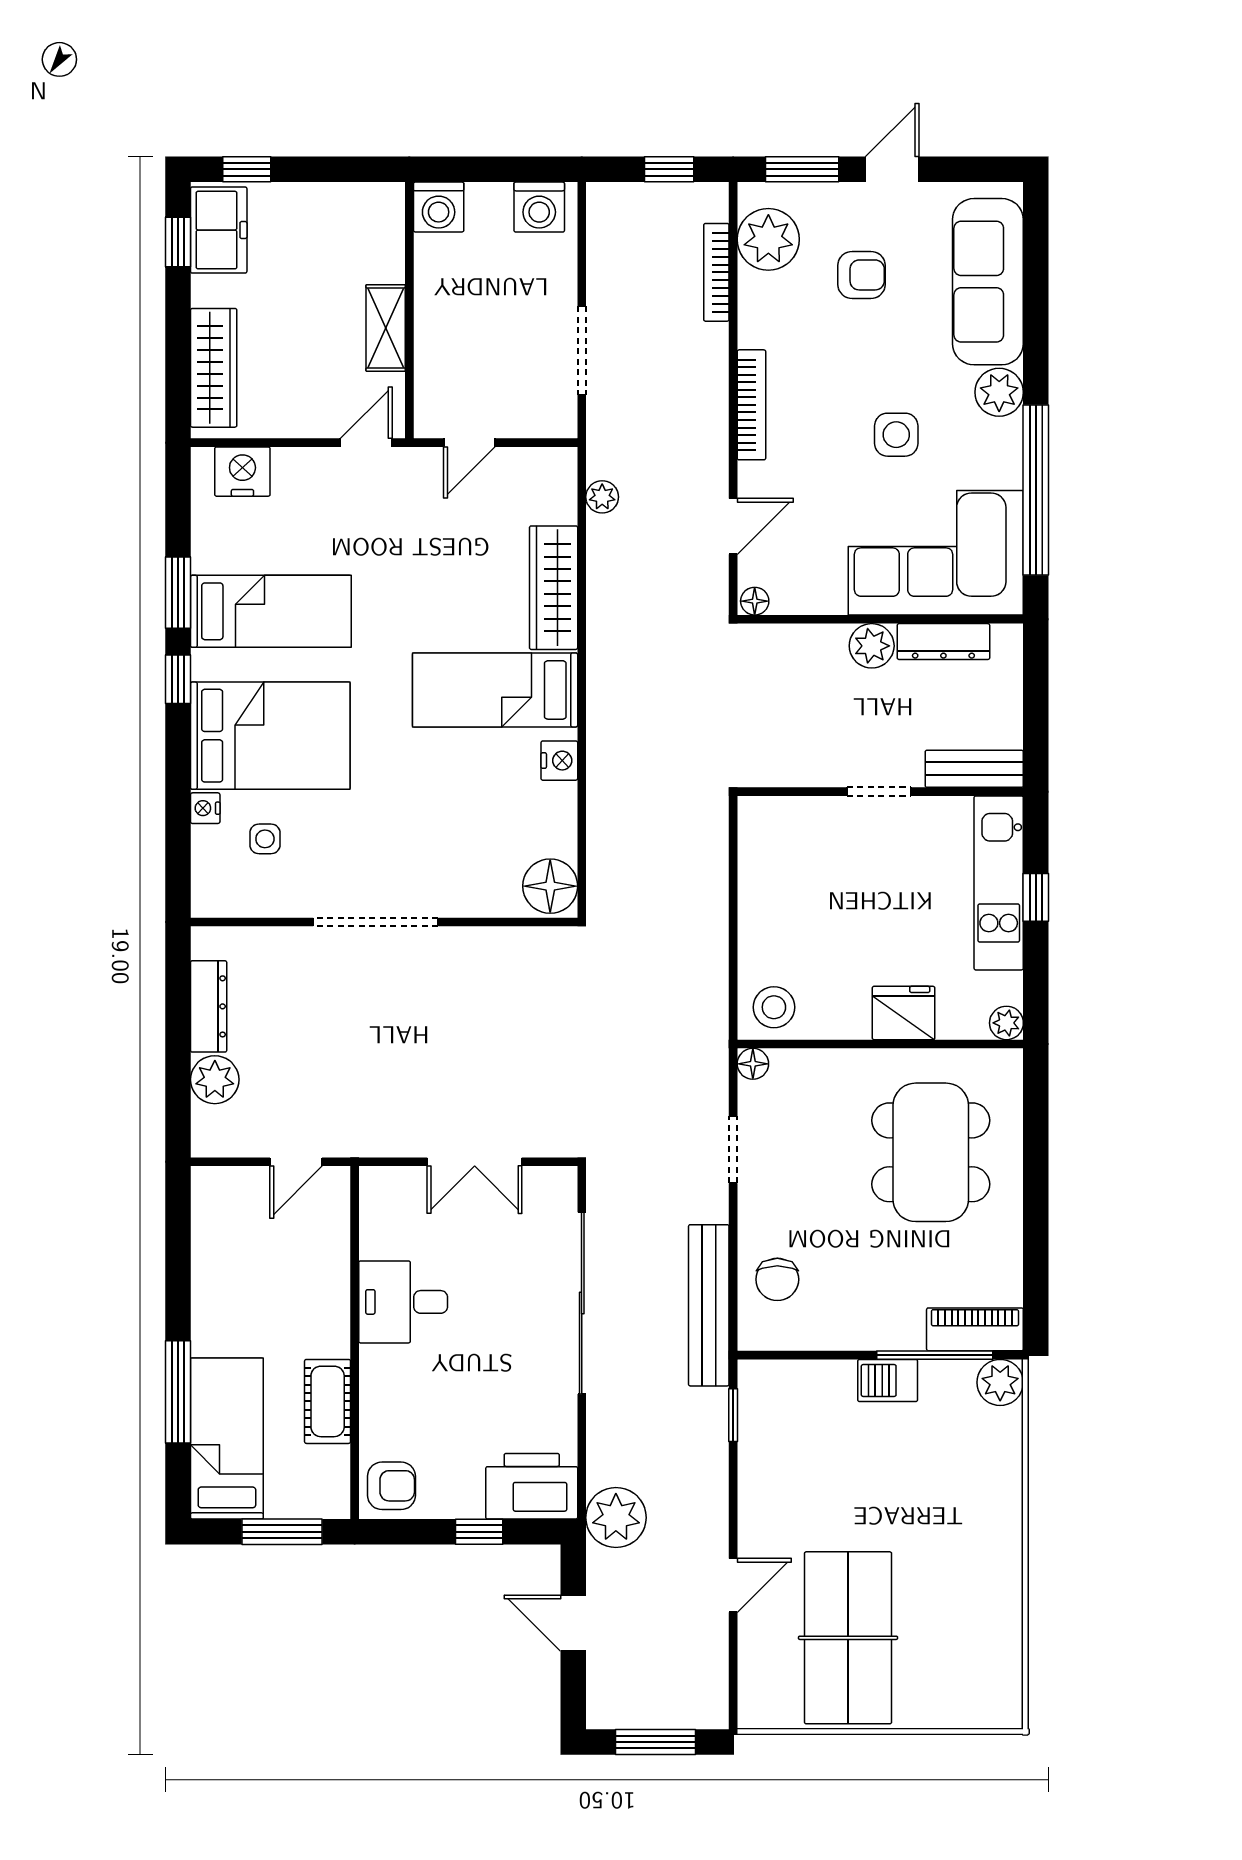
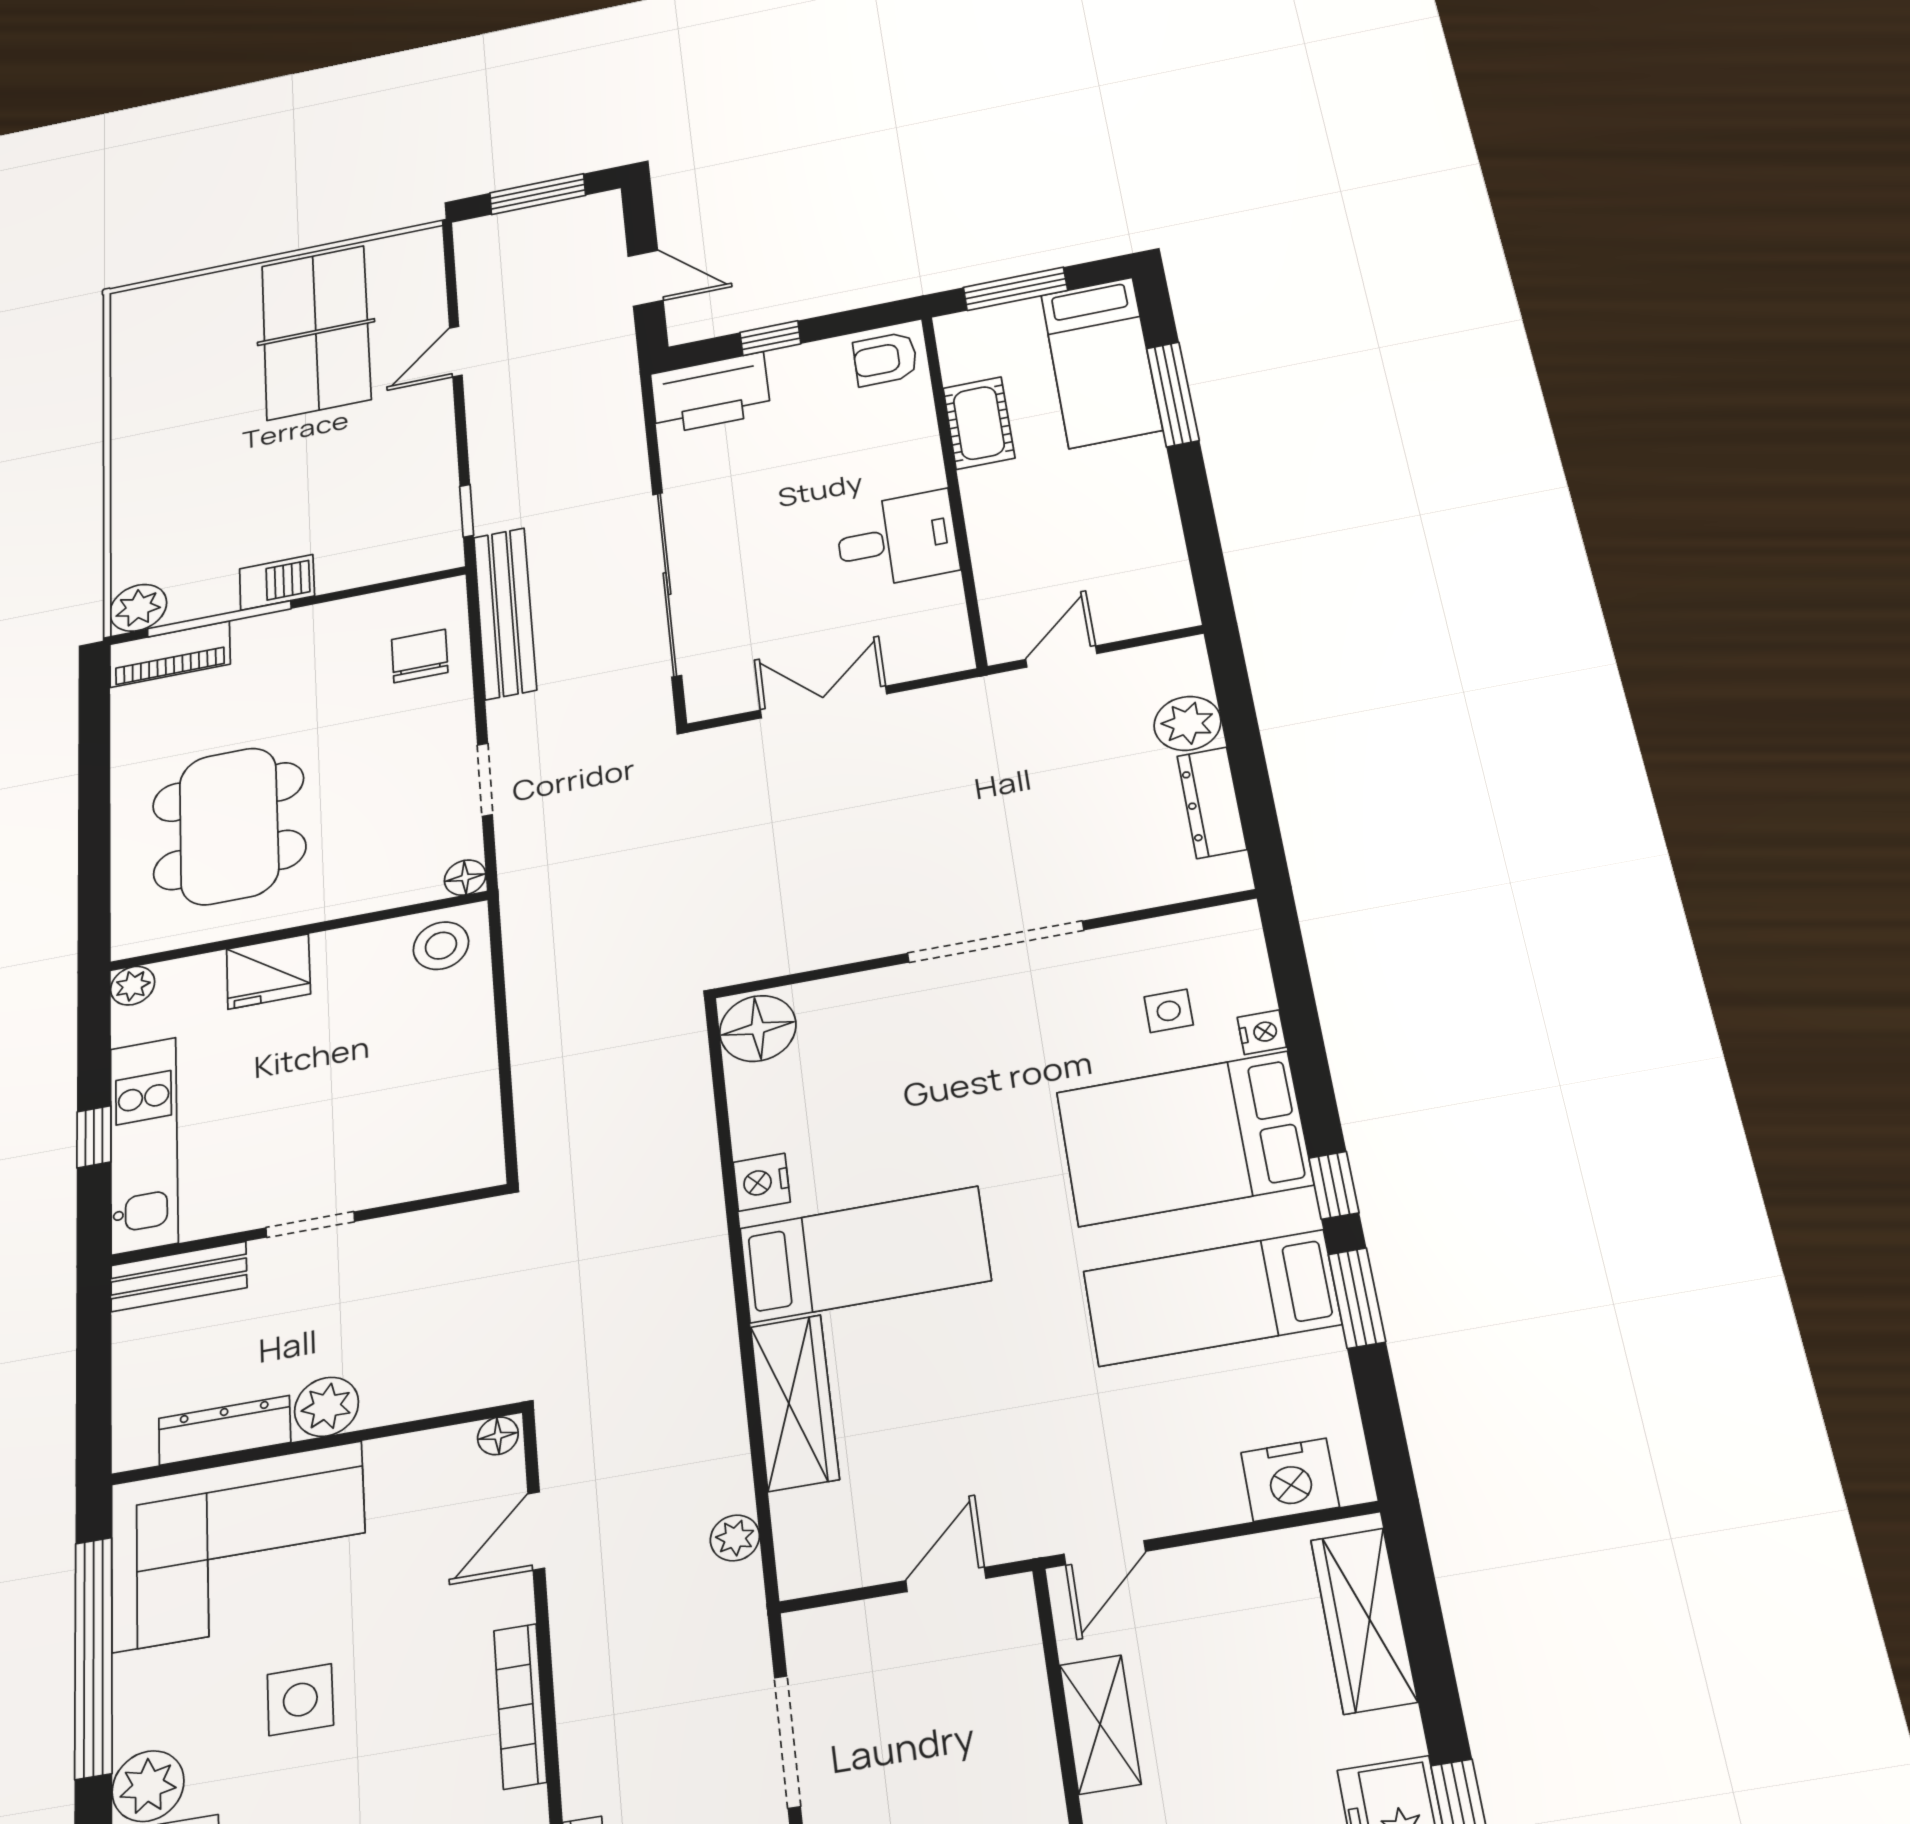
plant: (616, 1518) -> (603, 385), removed

